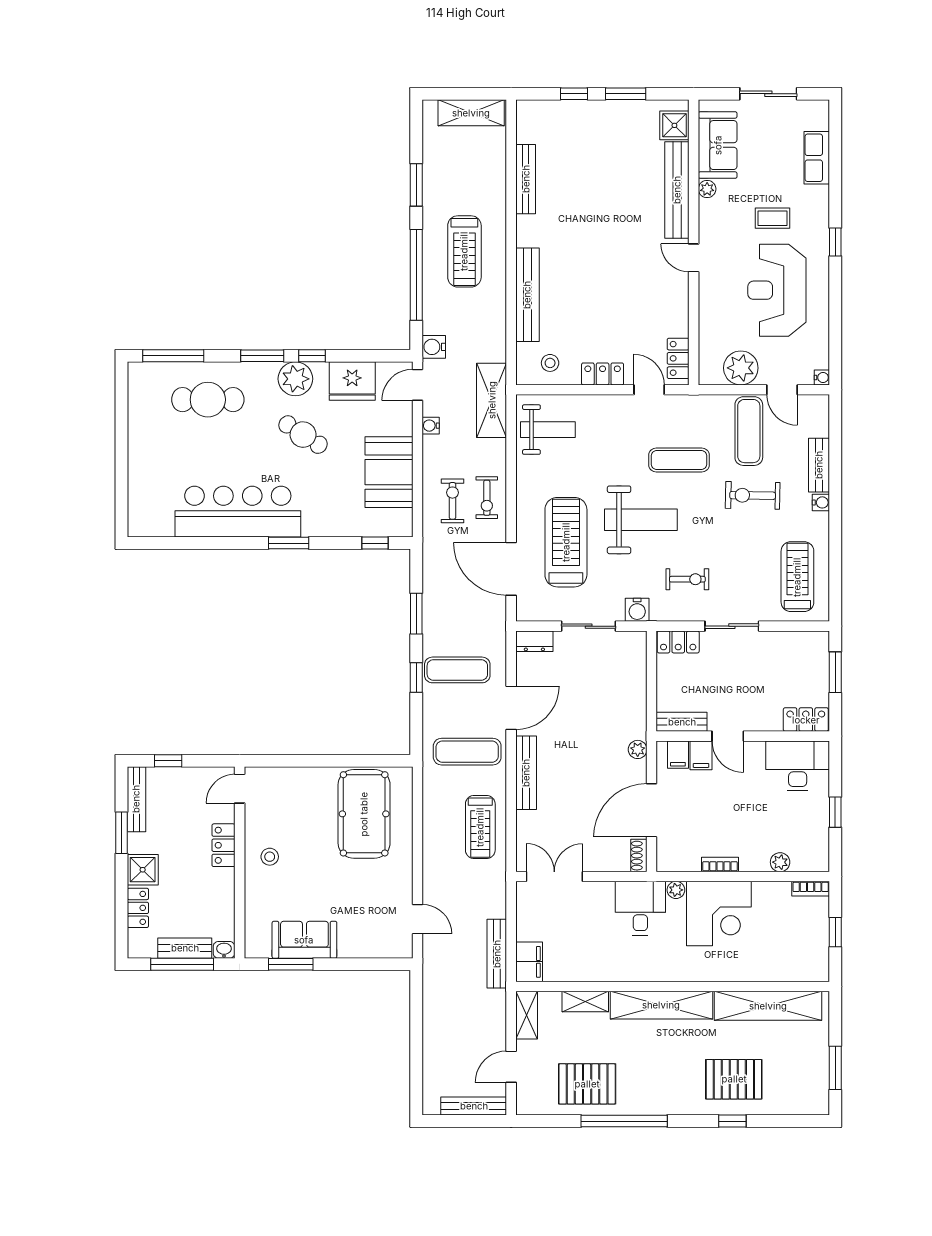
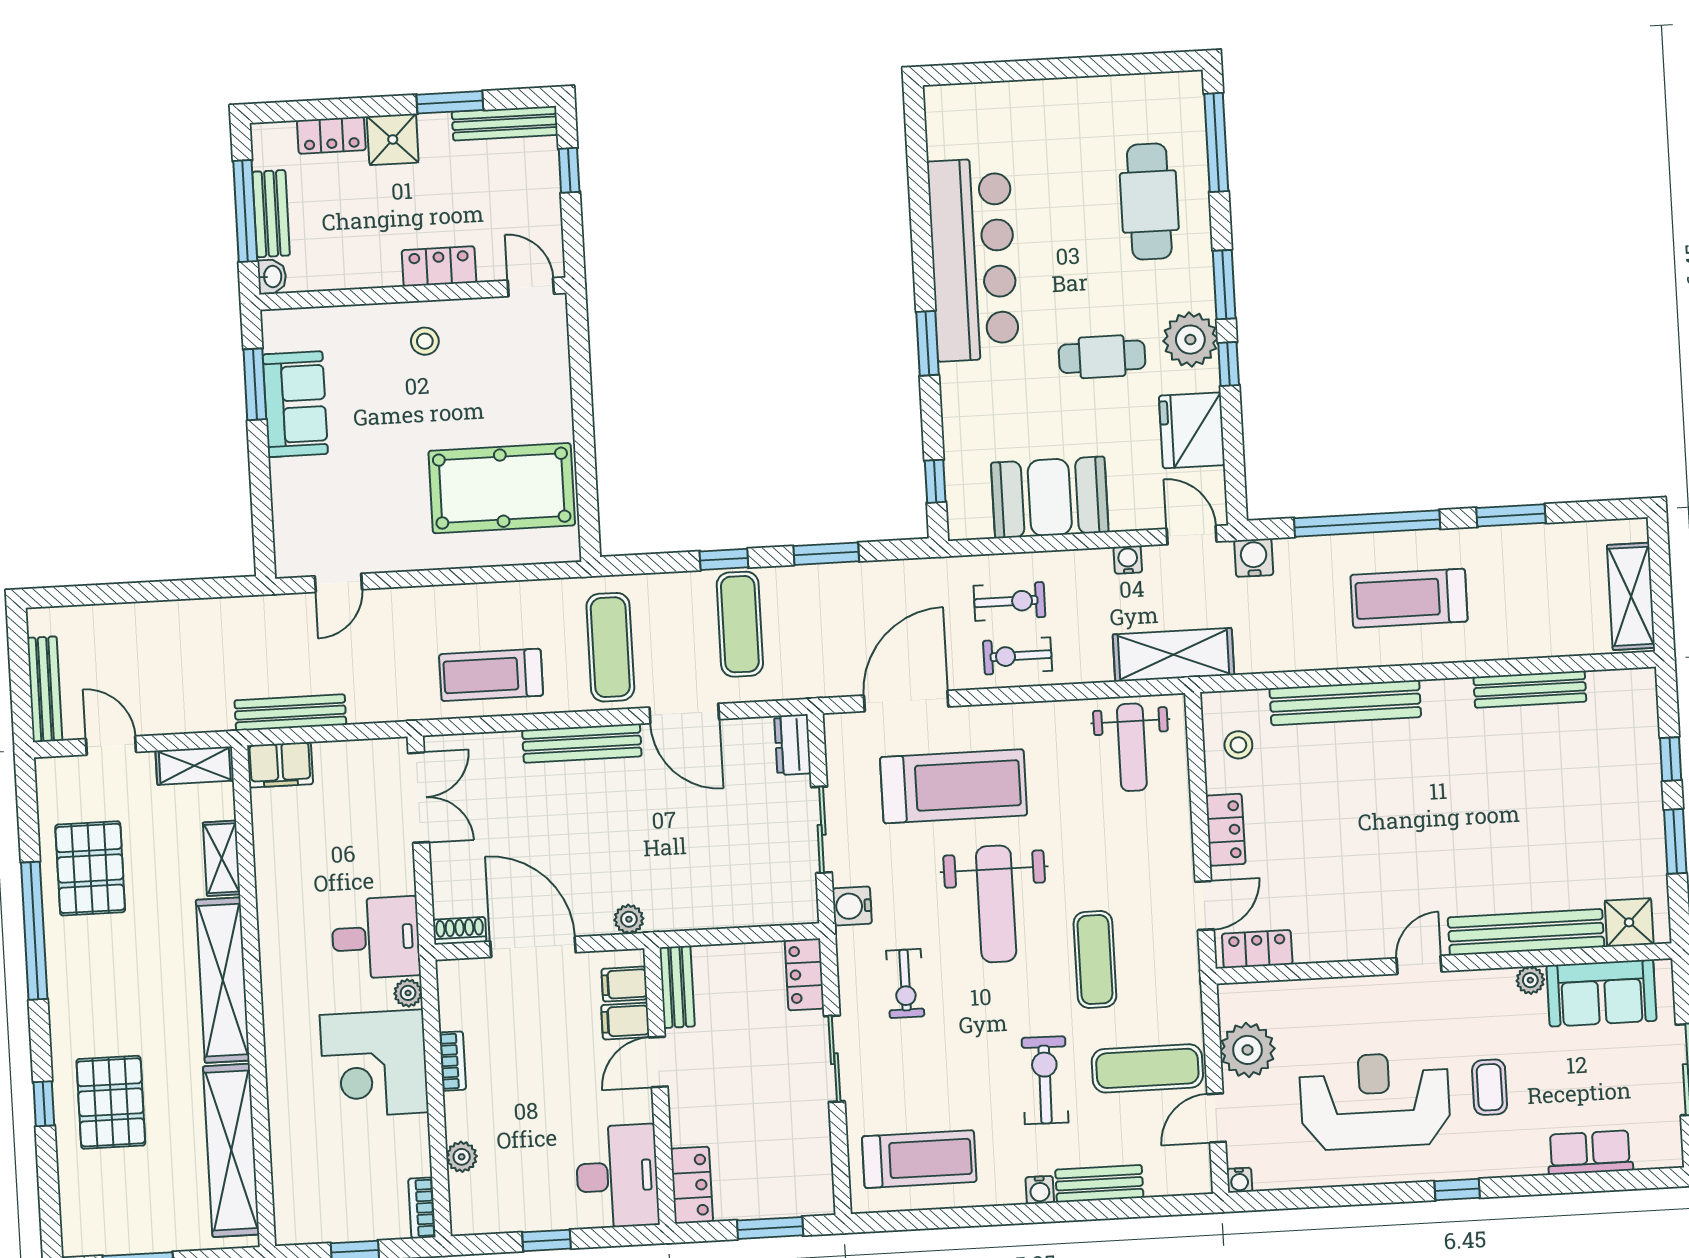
cafe table: (303, 435) -> (1102, 357), turned 57

